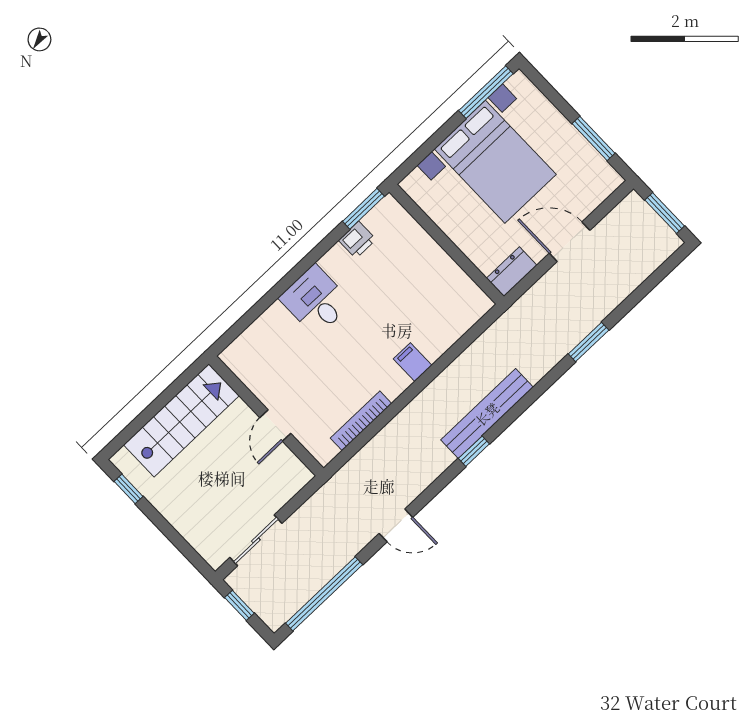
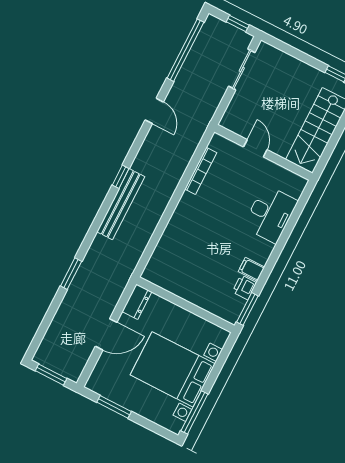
desk: (316, 301) -> (270, 214), moved, width x1.37
filing cabinet: (413, 362) -> (251, 269), moved, turned 180
door: (396, 525) -> (154, 111), swing flipped

